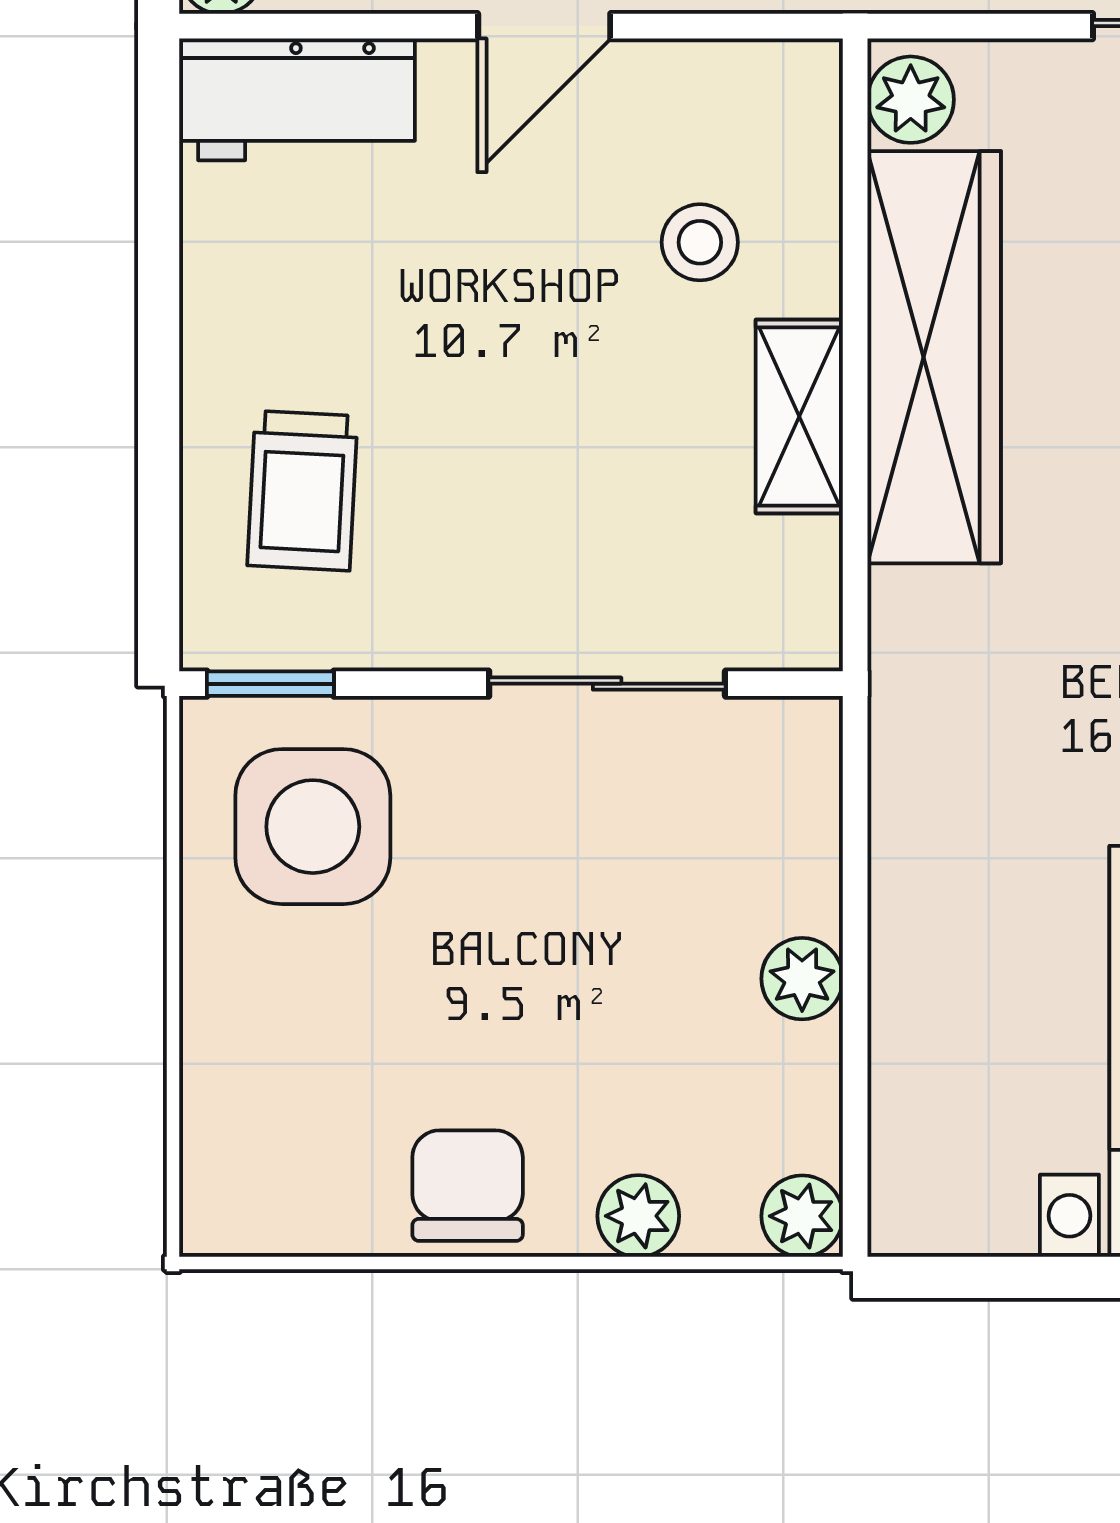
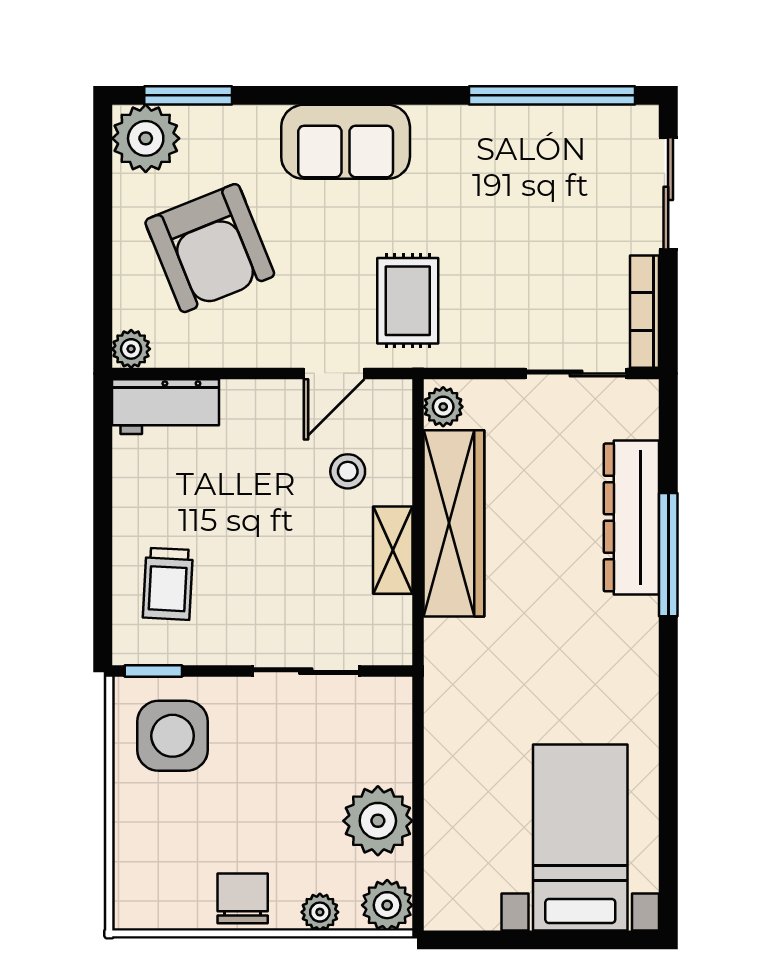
door: (544, 26) -> (334, 373), moved
plant: (802, 979) -> (378, 821), width x1.88, depth x1.88
plant: (802, 1216) -> (387, 905), width x1.38, depth x1.38

